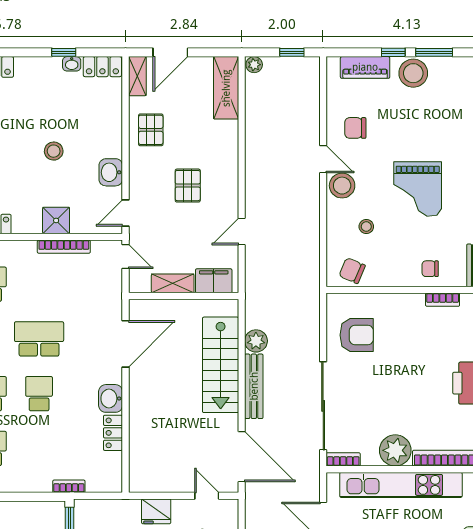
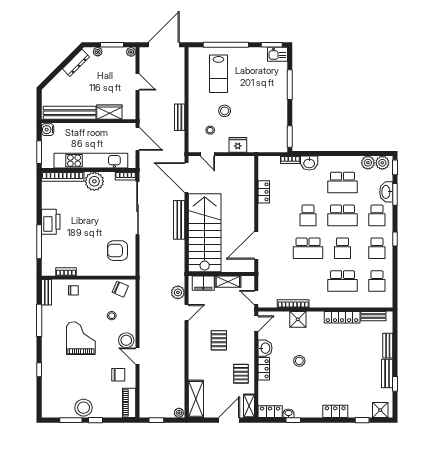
piano: (365, 67) -> (129, 403), moved, turned -90
locker: (113, 138) -> (264, 369), added
plant: (256, 341) -> (178, 292), moved
stairs: (221, 365) -> (205, 233), width x1.36, depth x1.51
washbasin: (111, 398) -> (309, 163), moved, turned 90

